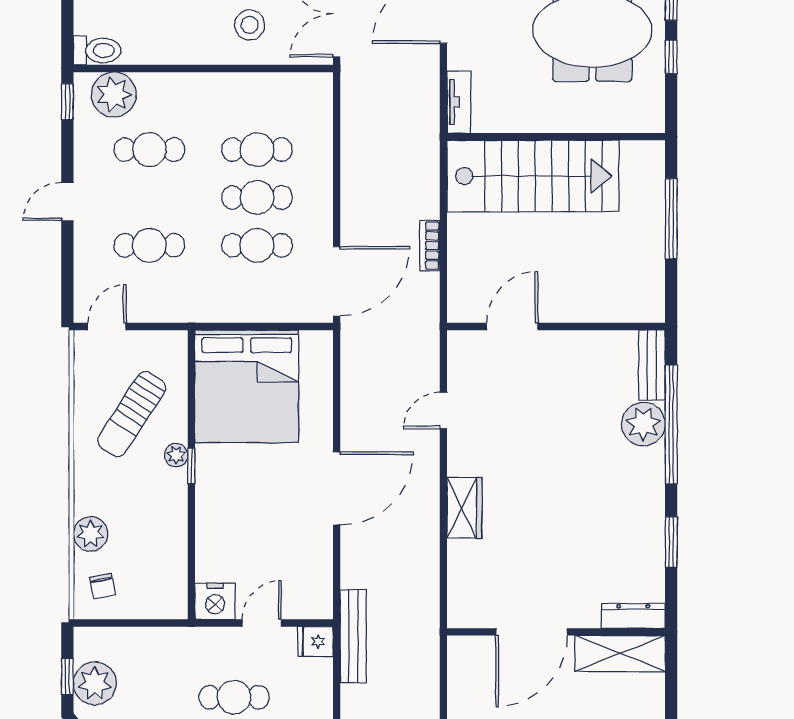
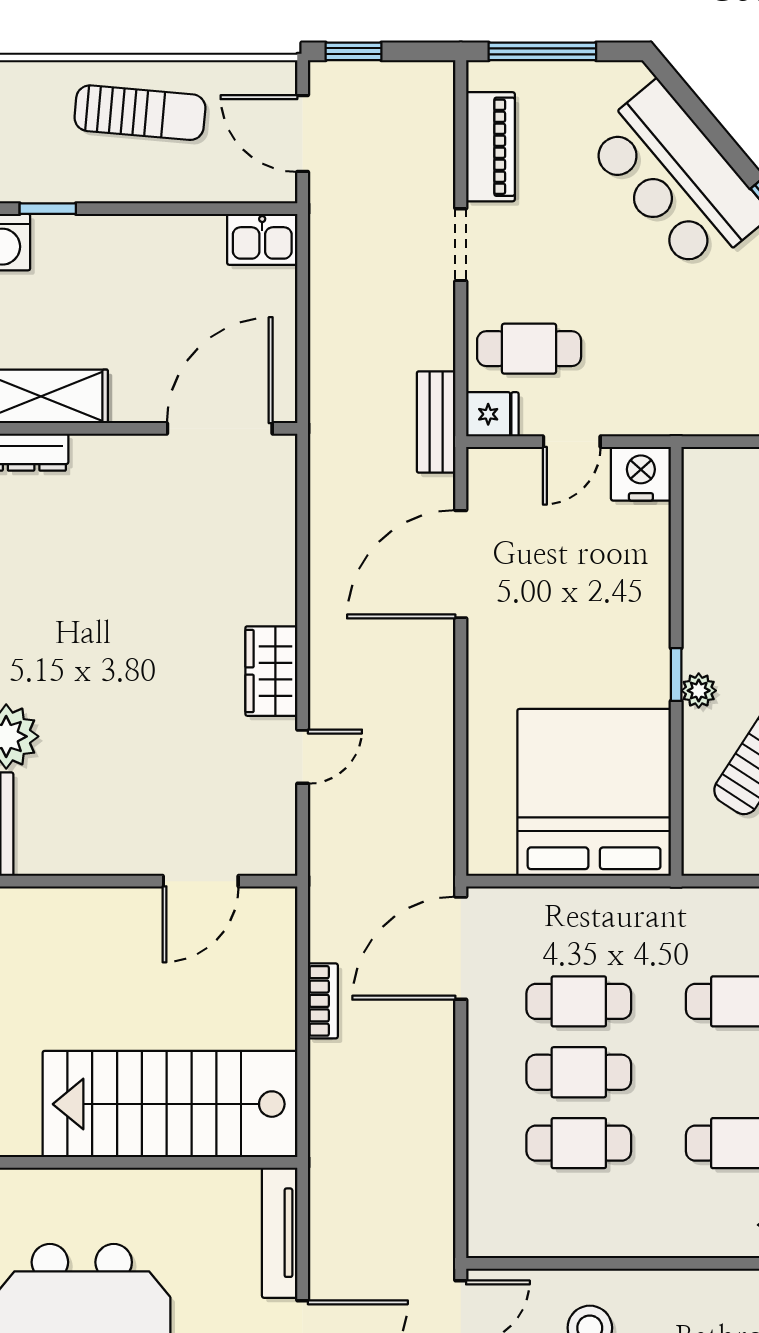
tv unit: (459, 102) -> (280, 1233), width x1.41
door: (337, 488) -> (461, 564), moved
wardrobe: (464, 508) -> (271, 671), moved
door: (531, 632) -> (220, 428), moved
bench: (353, 636) -> (436, 422), width x0.73
cafe table: (234, 697) -> (529, 349), moved

